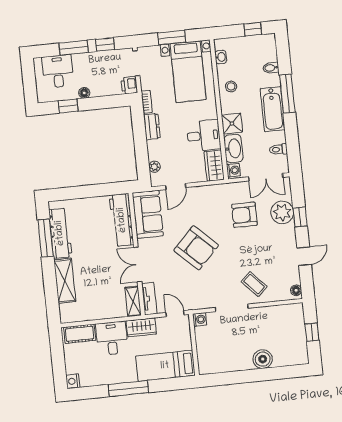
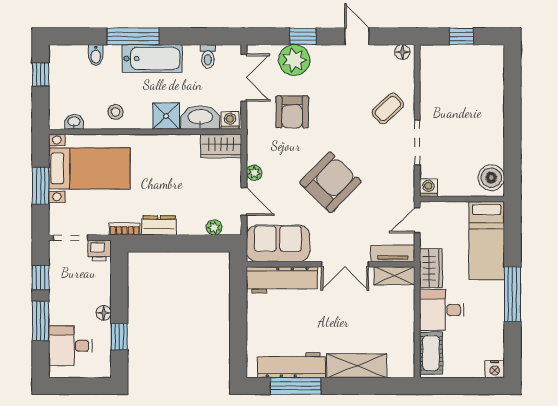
desk: (204, 136) -> (178, 156), removed
plant: (197, 192) -> (254, 173), added
boiler: (263, 359) -> (491, 178), moved

